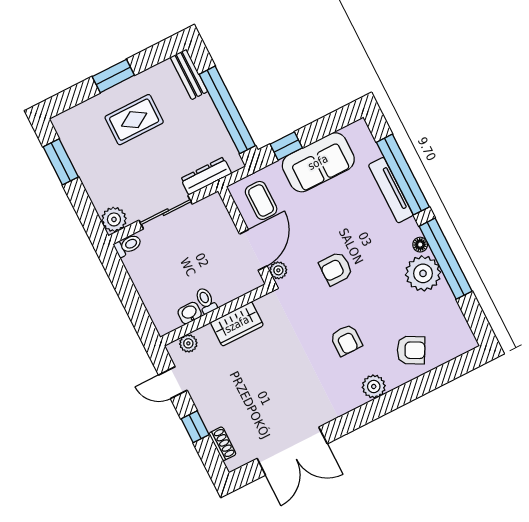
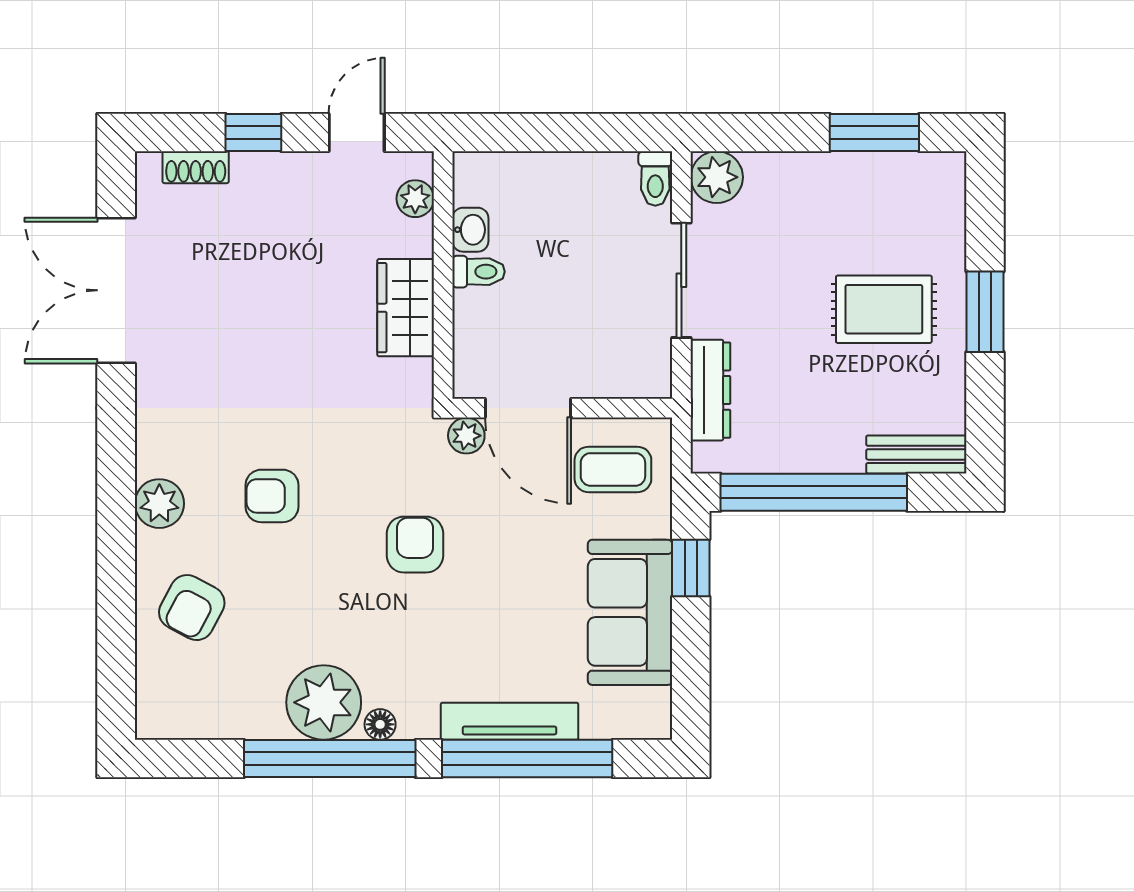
rug: (134, 120) -> (884, 309), turned 90

